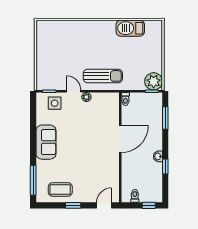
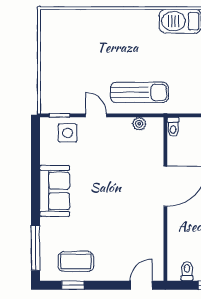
plant: (86, 97) -> (139, 124), moved
window: (73, 205) -> (73, 285), moved

